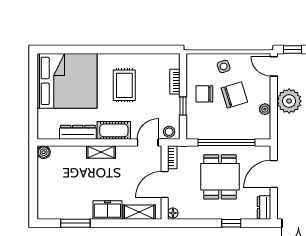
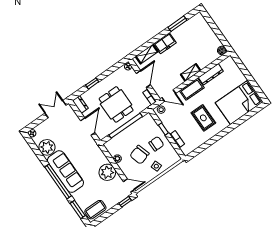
bed: (67, 81) -> (239, 102), width x0.73
door: (148, 143) -> (169, 95), hinge flipped

